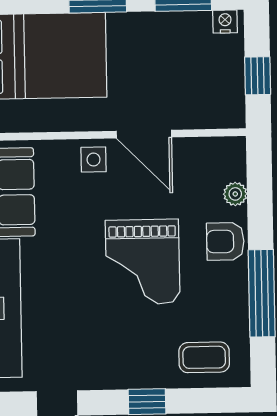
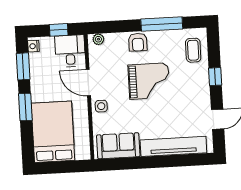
desk: (212, 98) -> (70, 51), added
door: (144, 134) -> (88, 83), swing flipped
plant: (235, 194) -> (98, 39), moved

